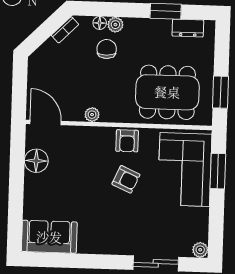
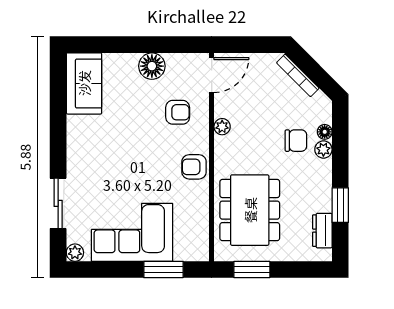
bookcase: (65, 30) -> (298, 75), moved, width x1.56
floor lamp: (36, 161) -> (152, 66), moved
corner sofa: (185, 170) -> (132, 232), moved
armchair: (126, 179) -> (178, 112), moved, turned -114

